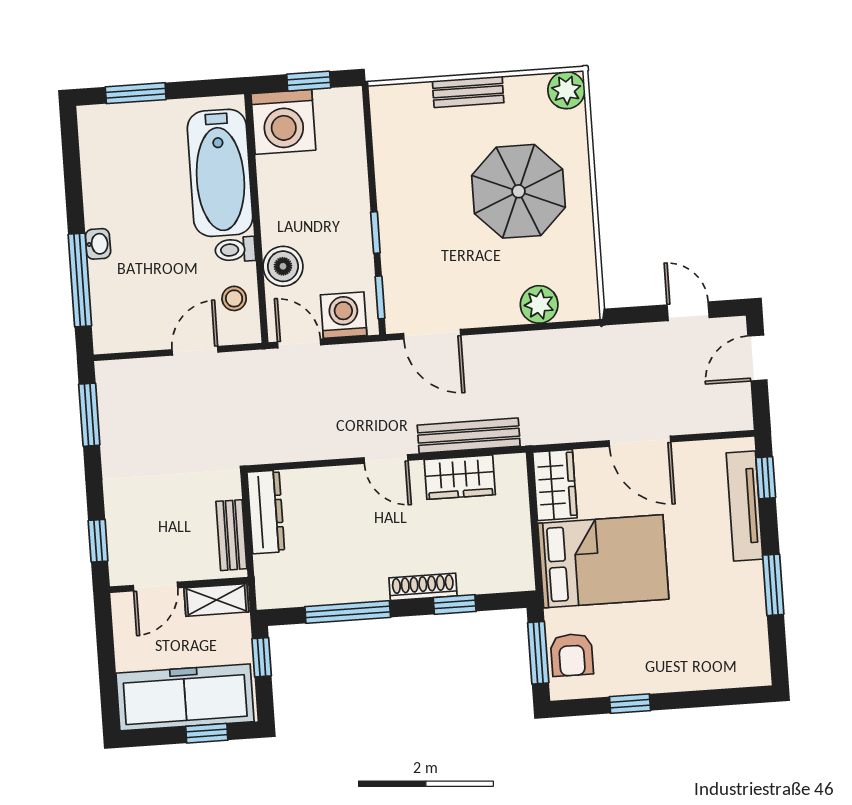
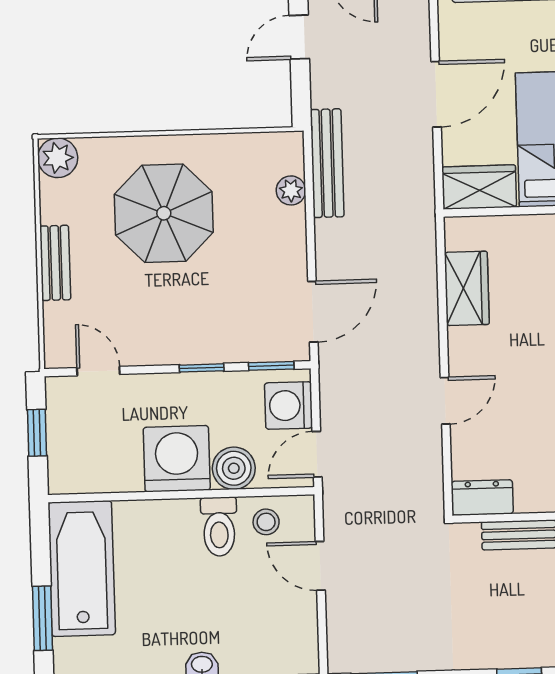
washing machine: (283, 122) -> (177, 459), moved, turned -90
door: (369, 136) -> (98, 371), added
bathtub: (220, 173) -> (82, 569), moved, turned -90
toilet: (235, 250) -> (219, 527), width x1.37, depth x1.39
plant: (539, 304) -> (291, 190), width x0.73, depth x0.73
bench: (469, 436) -> (327, 163), moved
door: (386, 459) -> (445, 401), moved
dresser: (266, 512) -> (482, 497), width x0.70

